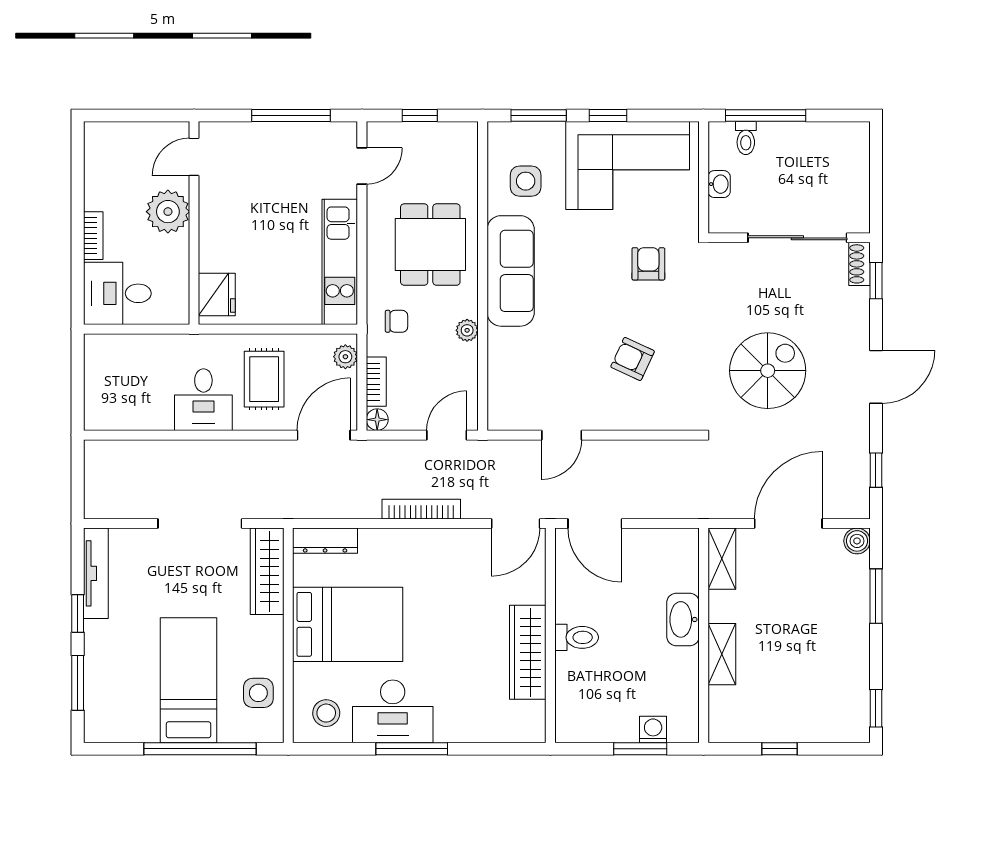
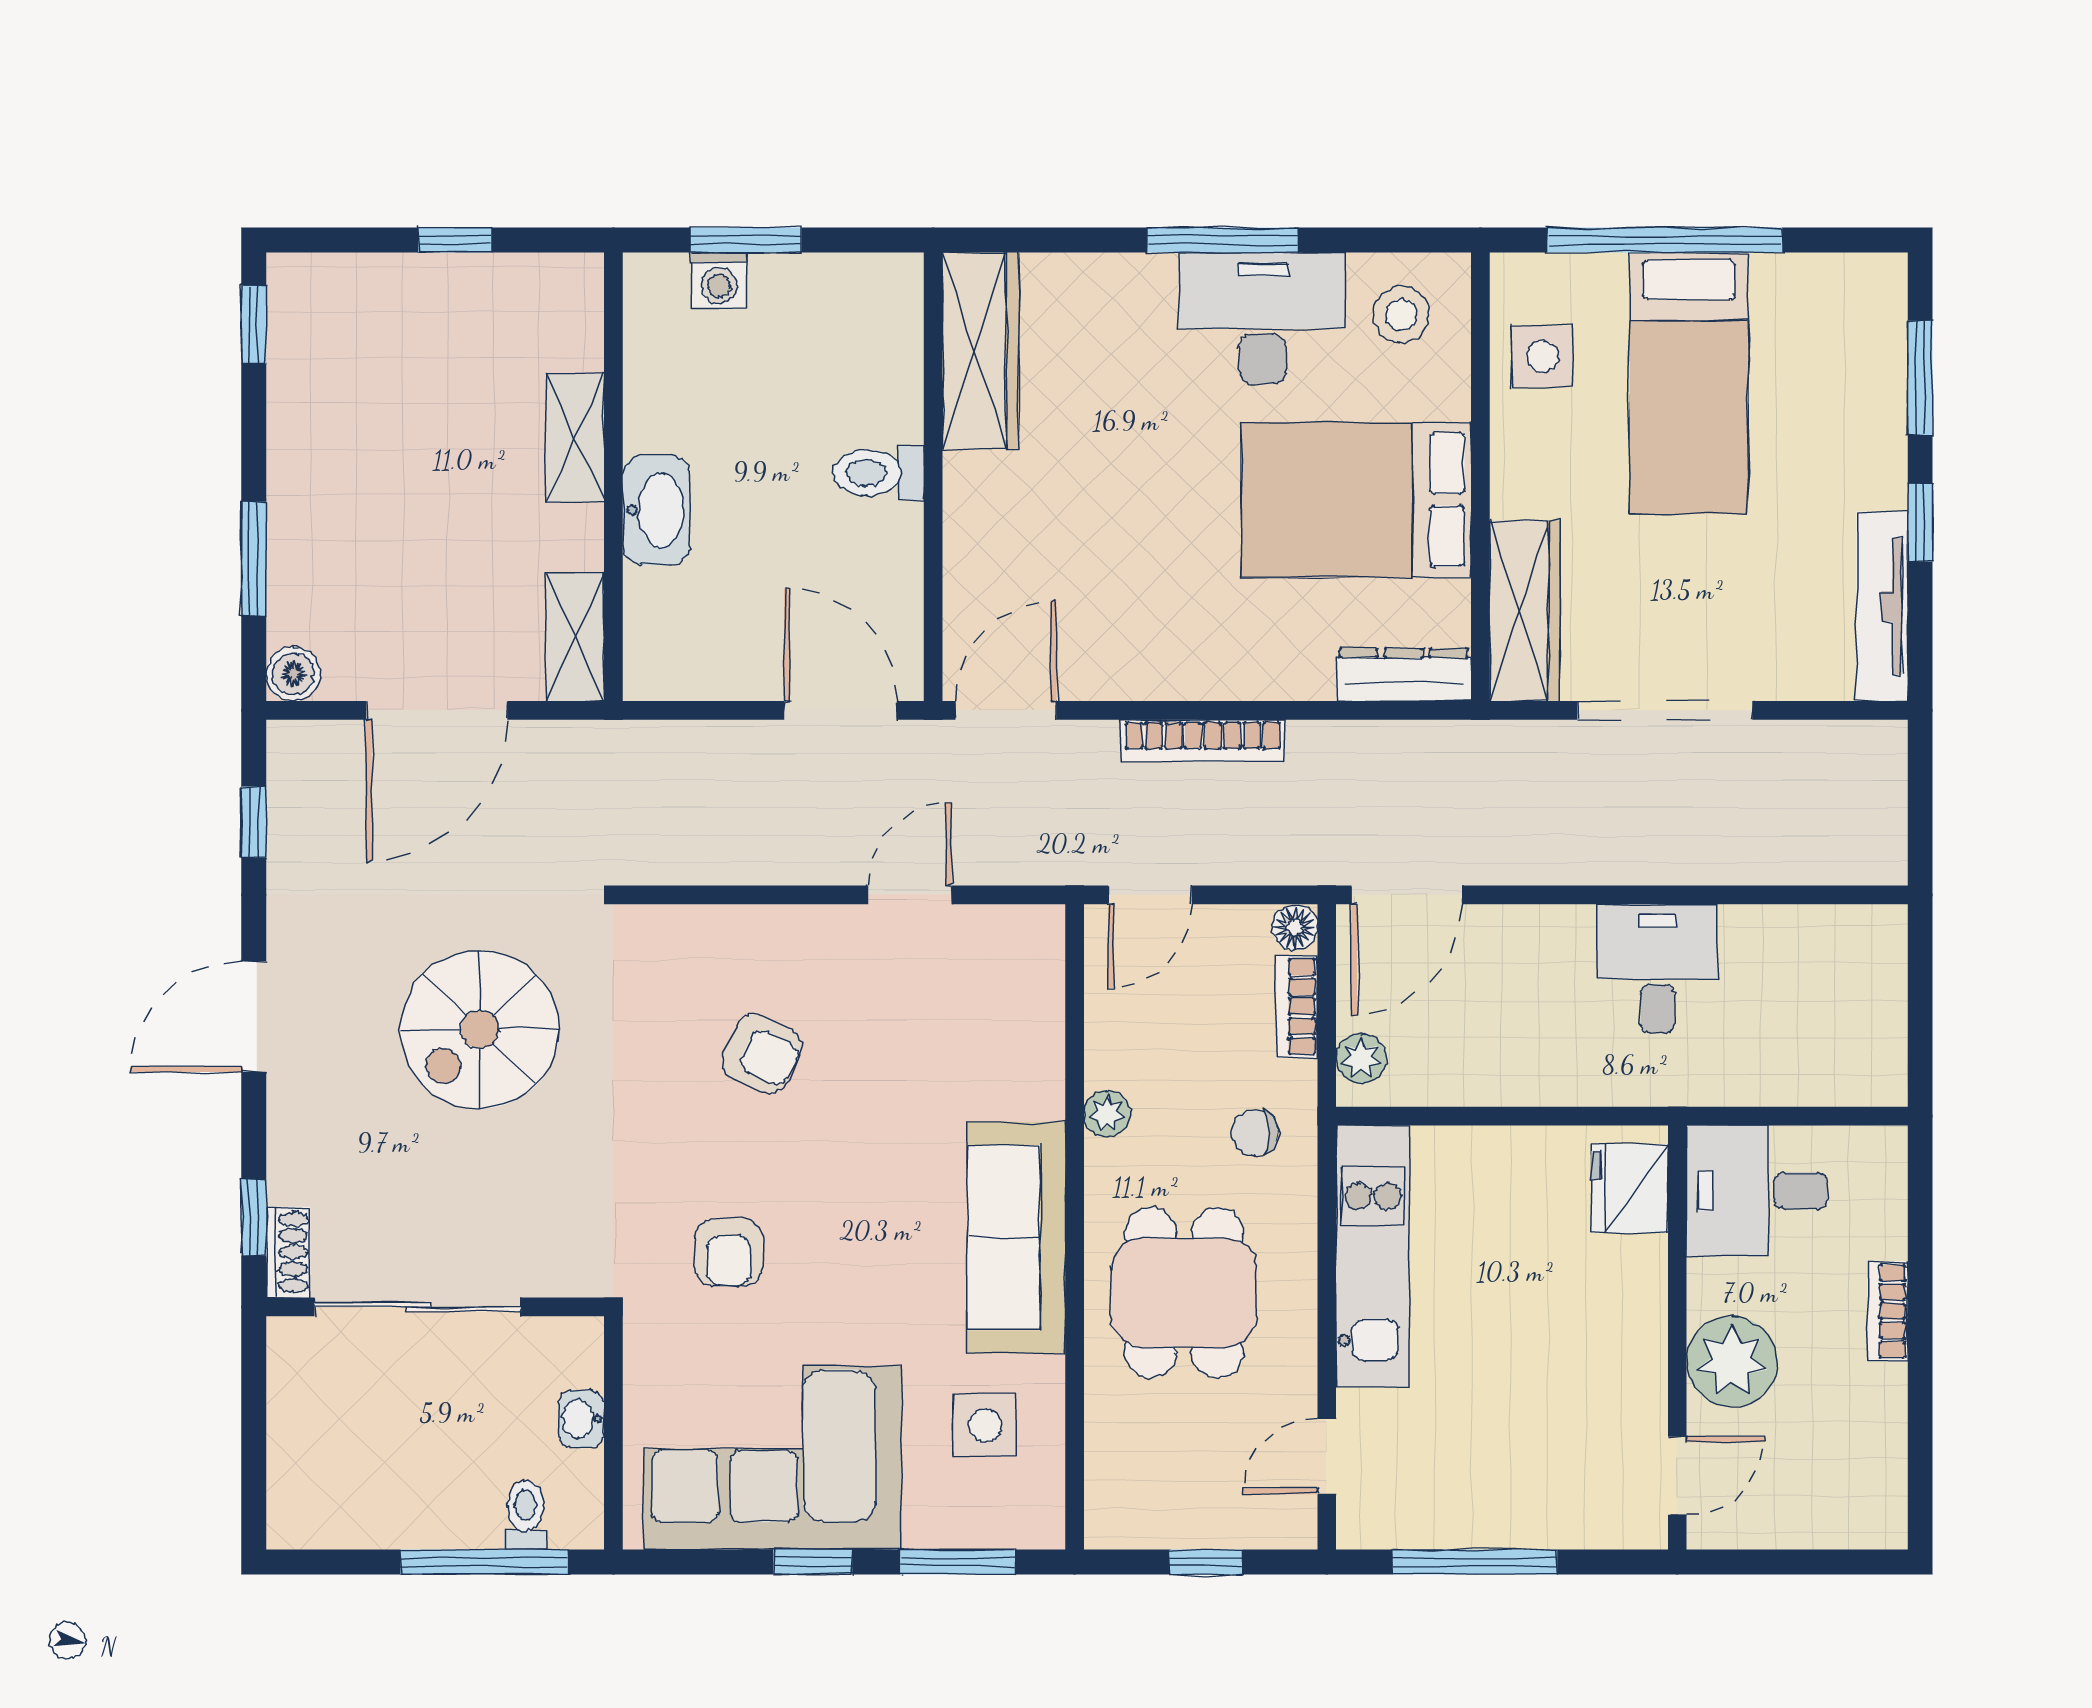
desk: (117, 293) -> (1757, 1191), moved, turned 180
rug: (264, 379) -> (1531, 1012), removed
wardrobe: (528, 652) -> (980, 351), moved

